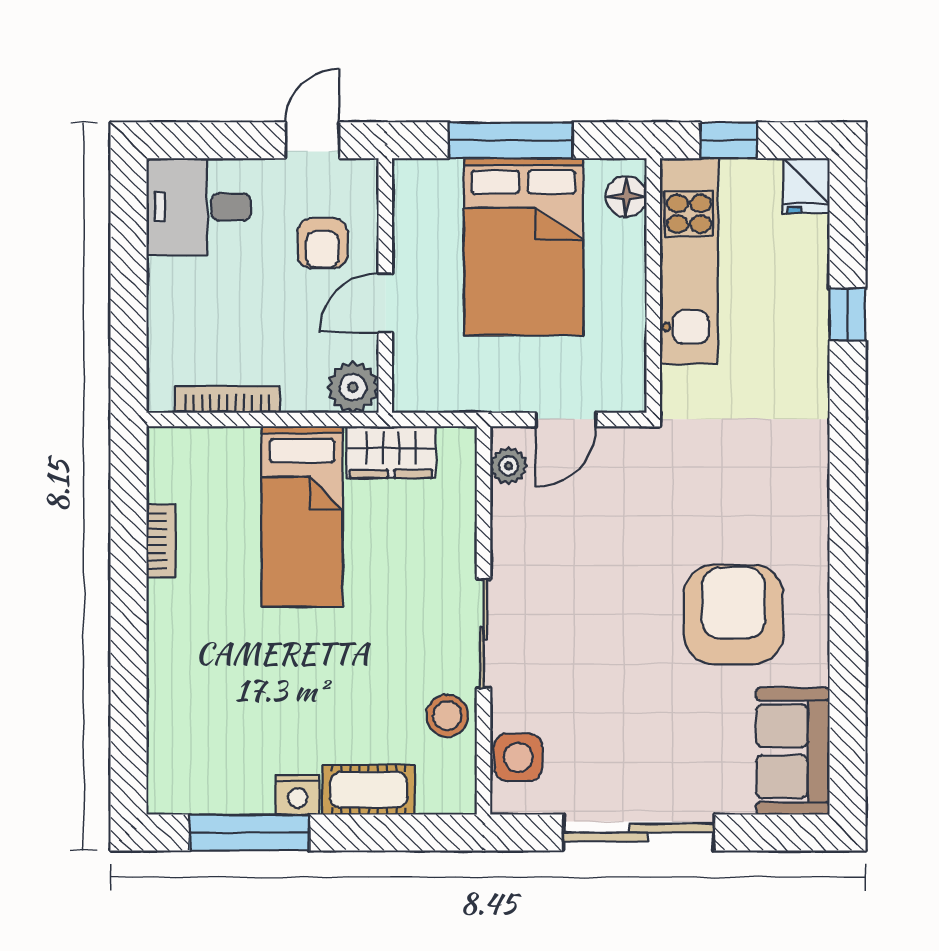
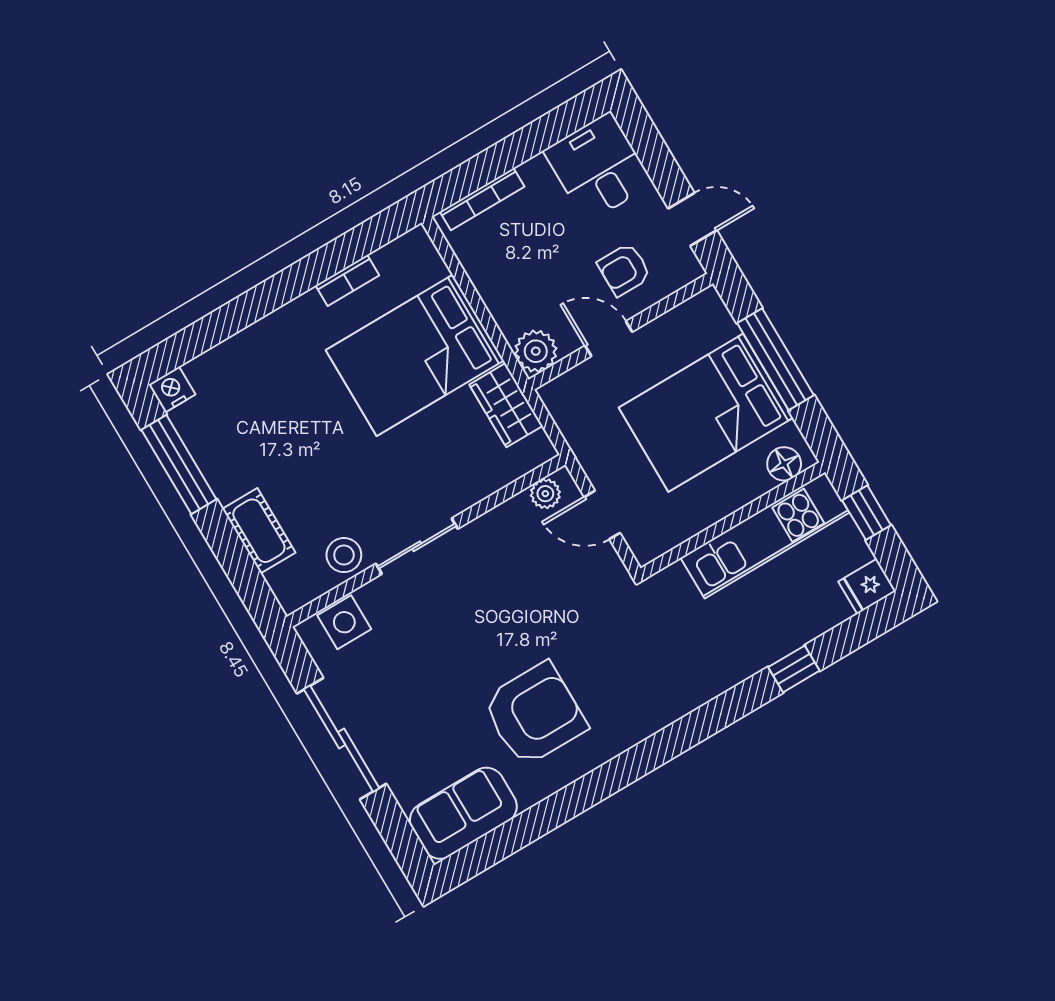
bookcase: (227, 399) -> (482, 199), moved, turned 90
bed: (302, 517) -> (415, 355), width x1.50
nightstand: (298, 795) -> (172, 390), moved, turned 90

